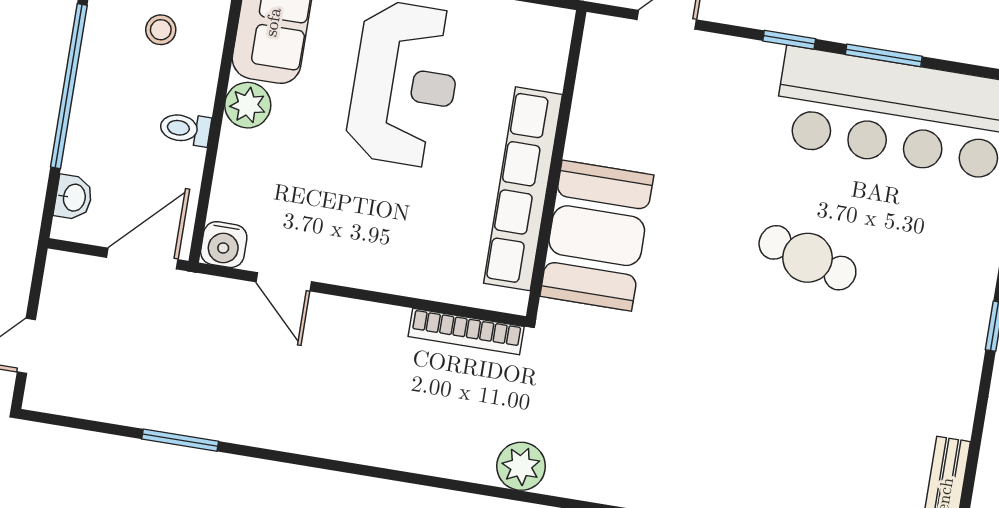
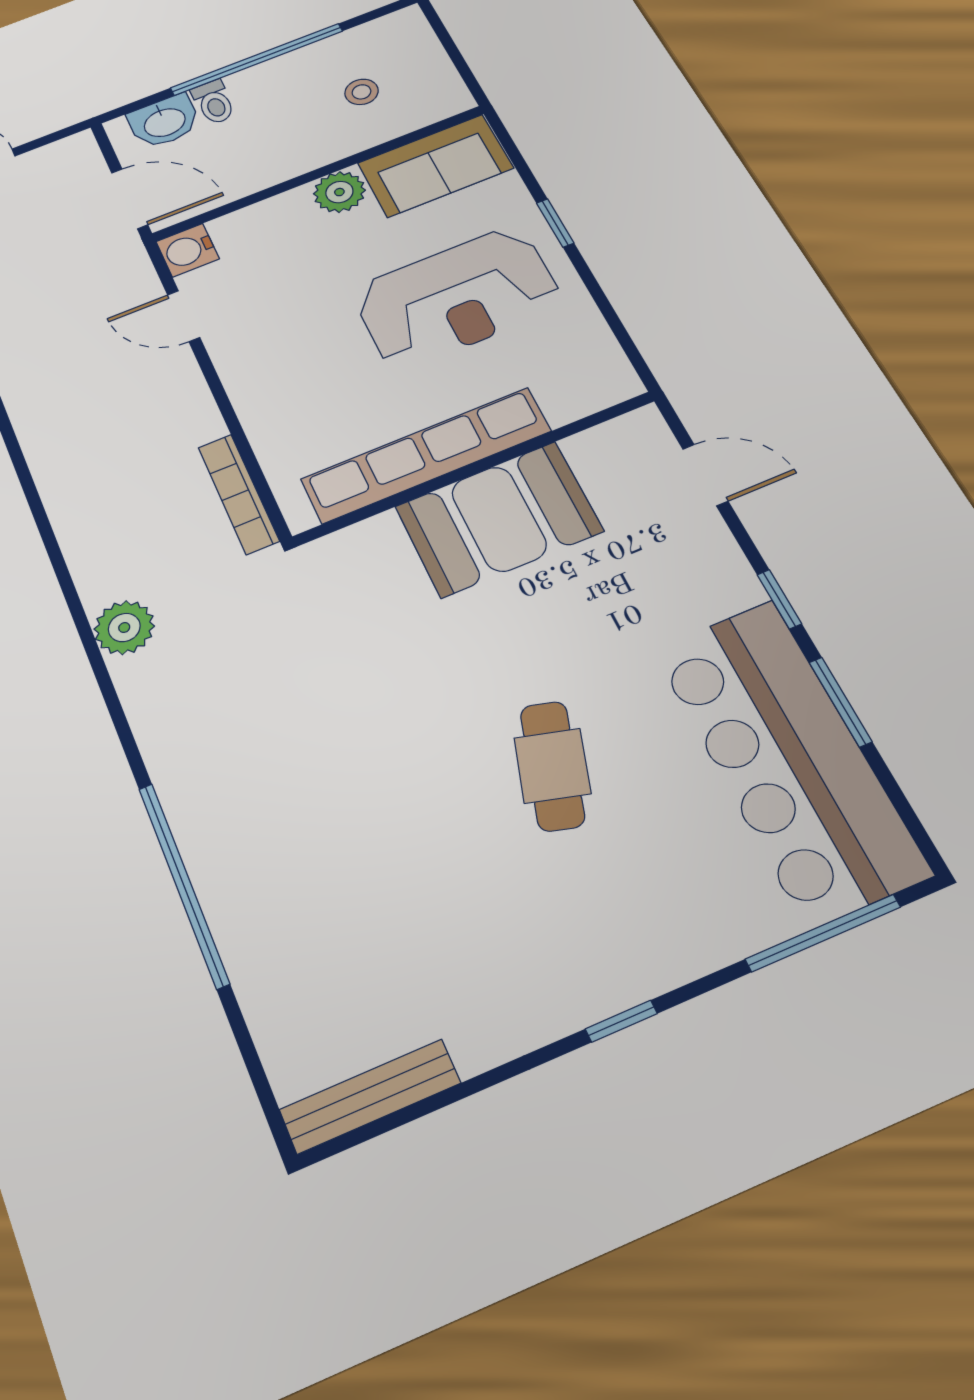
toilet: (185, 129) -> (214, 102), moved, turned 180
washbasin: (73, 197) -> (164, 121), width x1.38, depth x1.45
booth: (597, 236) -> (499, 519), moved
door: (284, 282) -> (184, 316), hinge flipped

